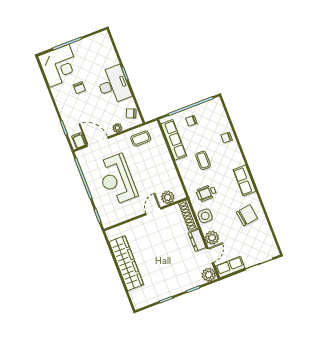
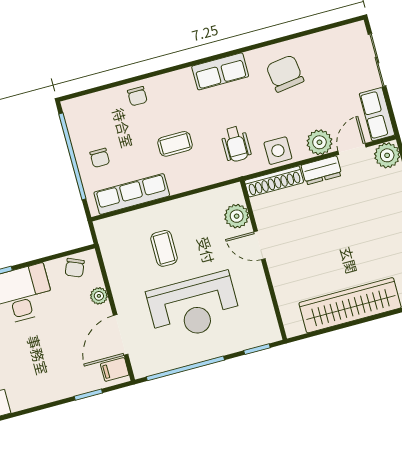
chair: (79, 88) -> (17, 358), removed
coffee table: (141, 138) -> (164, 248), moved
door: (210, 256) -> (352, 149), hinge flipped

